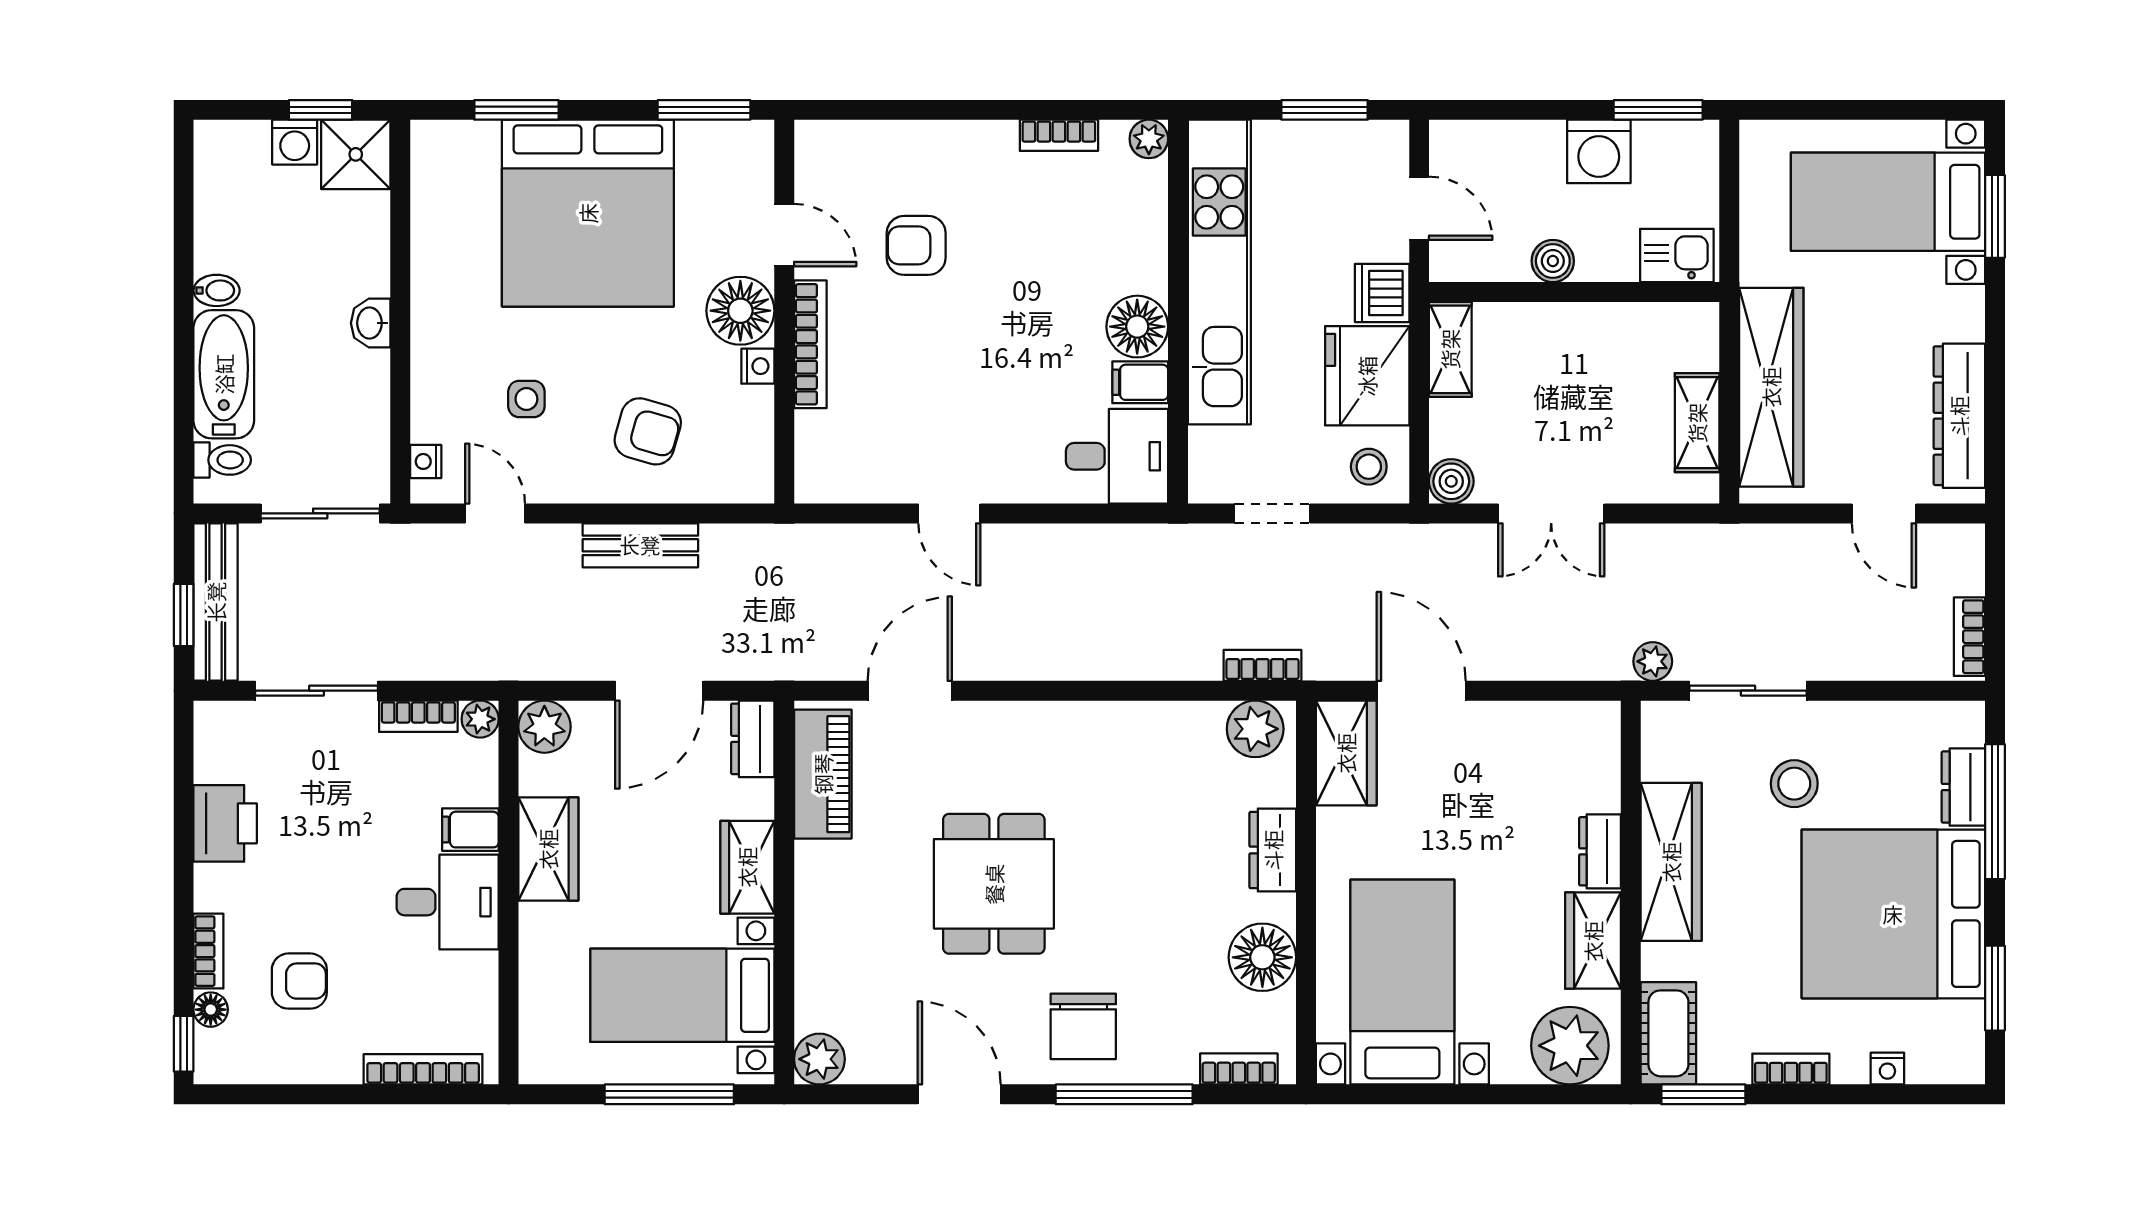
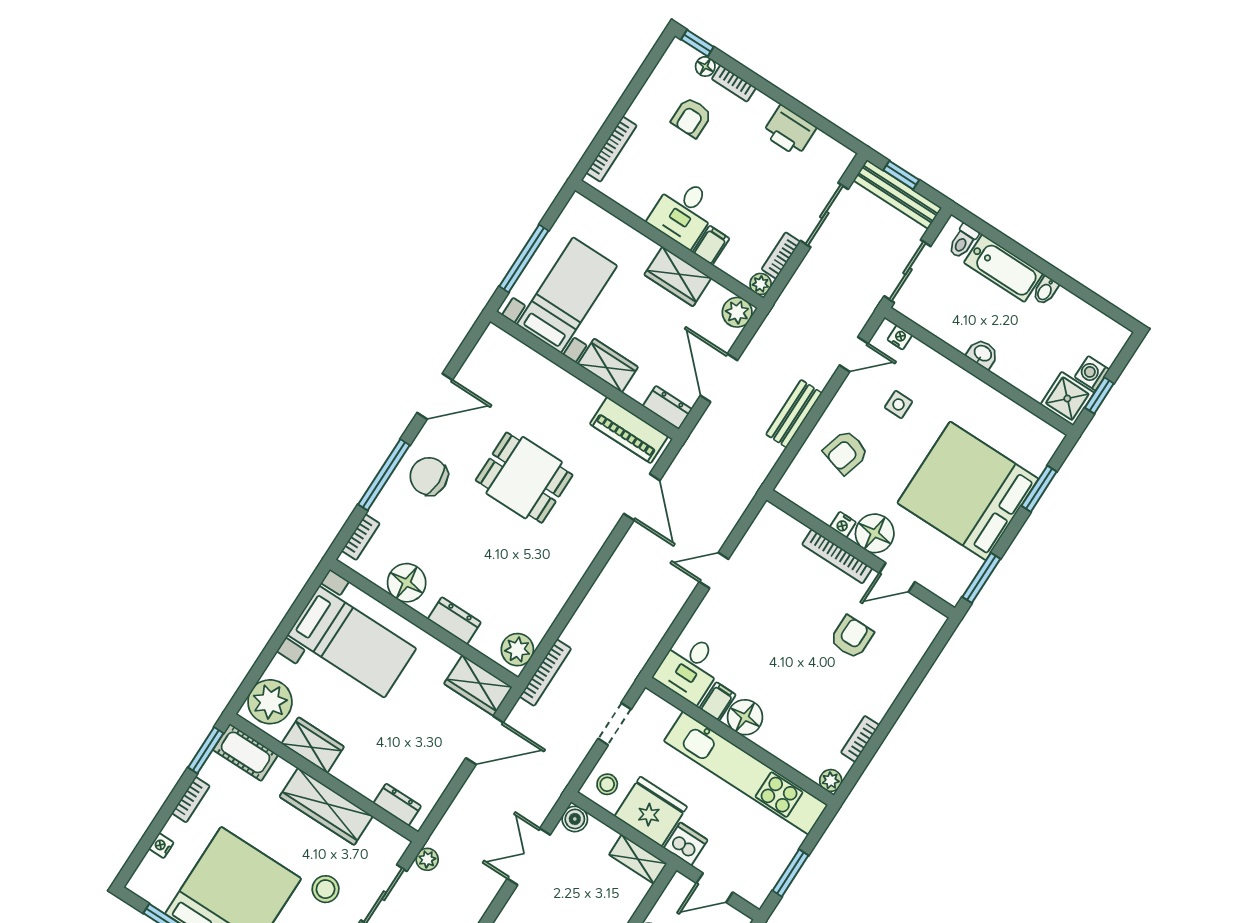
bookcase: (1262, 665) -> (545, 673), width x1.56
dresser: (1600, 851) -> (397, 805), moved
plant: (819, 1059) -> (494, 341), removed

